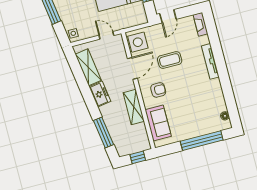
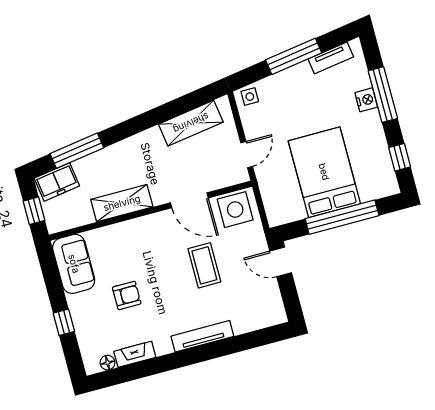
fireplace: (200, 24) -> (135, 354), moved
armchair: (158, 90) -> (127, 295), moved, turned -90
freezer: (100, 94) -> (57, 182), moved
sofa: (158, 123) -> (74, 264), moved, turned -90
window: (202, 141) -> (64, 322), width x0.32

